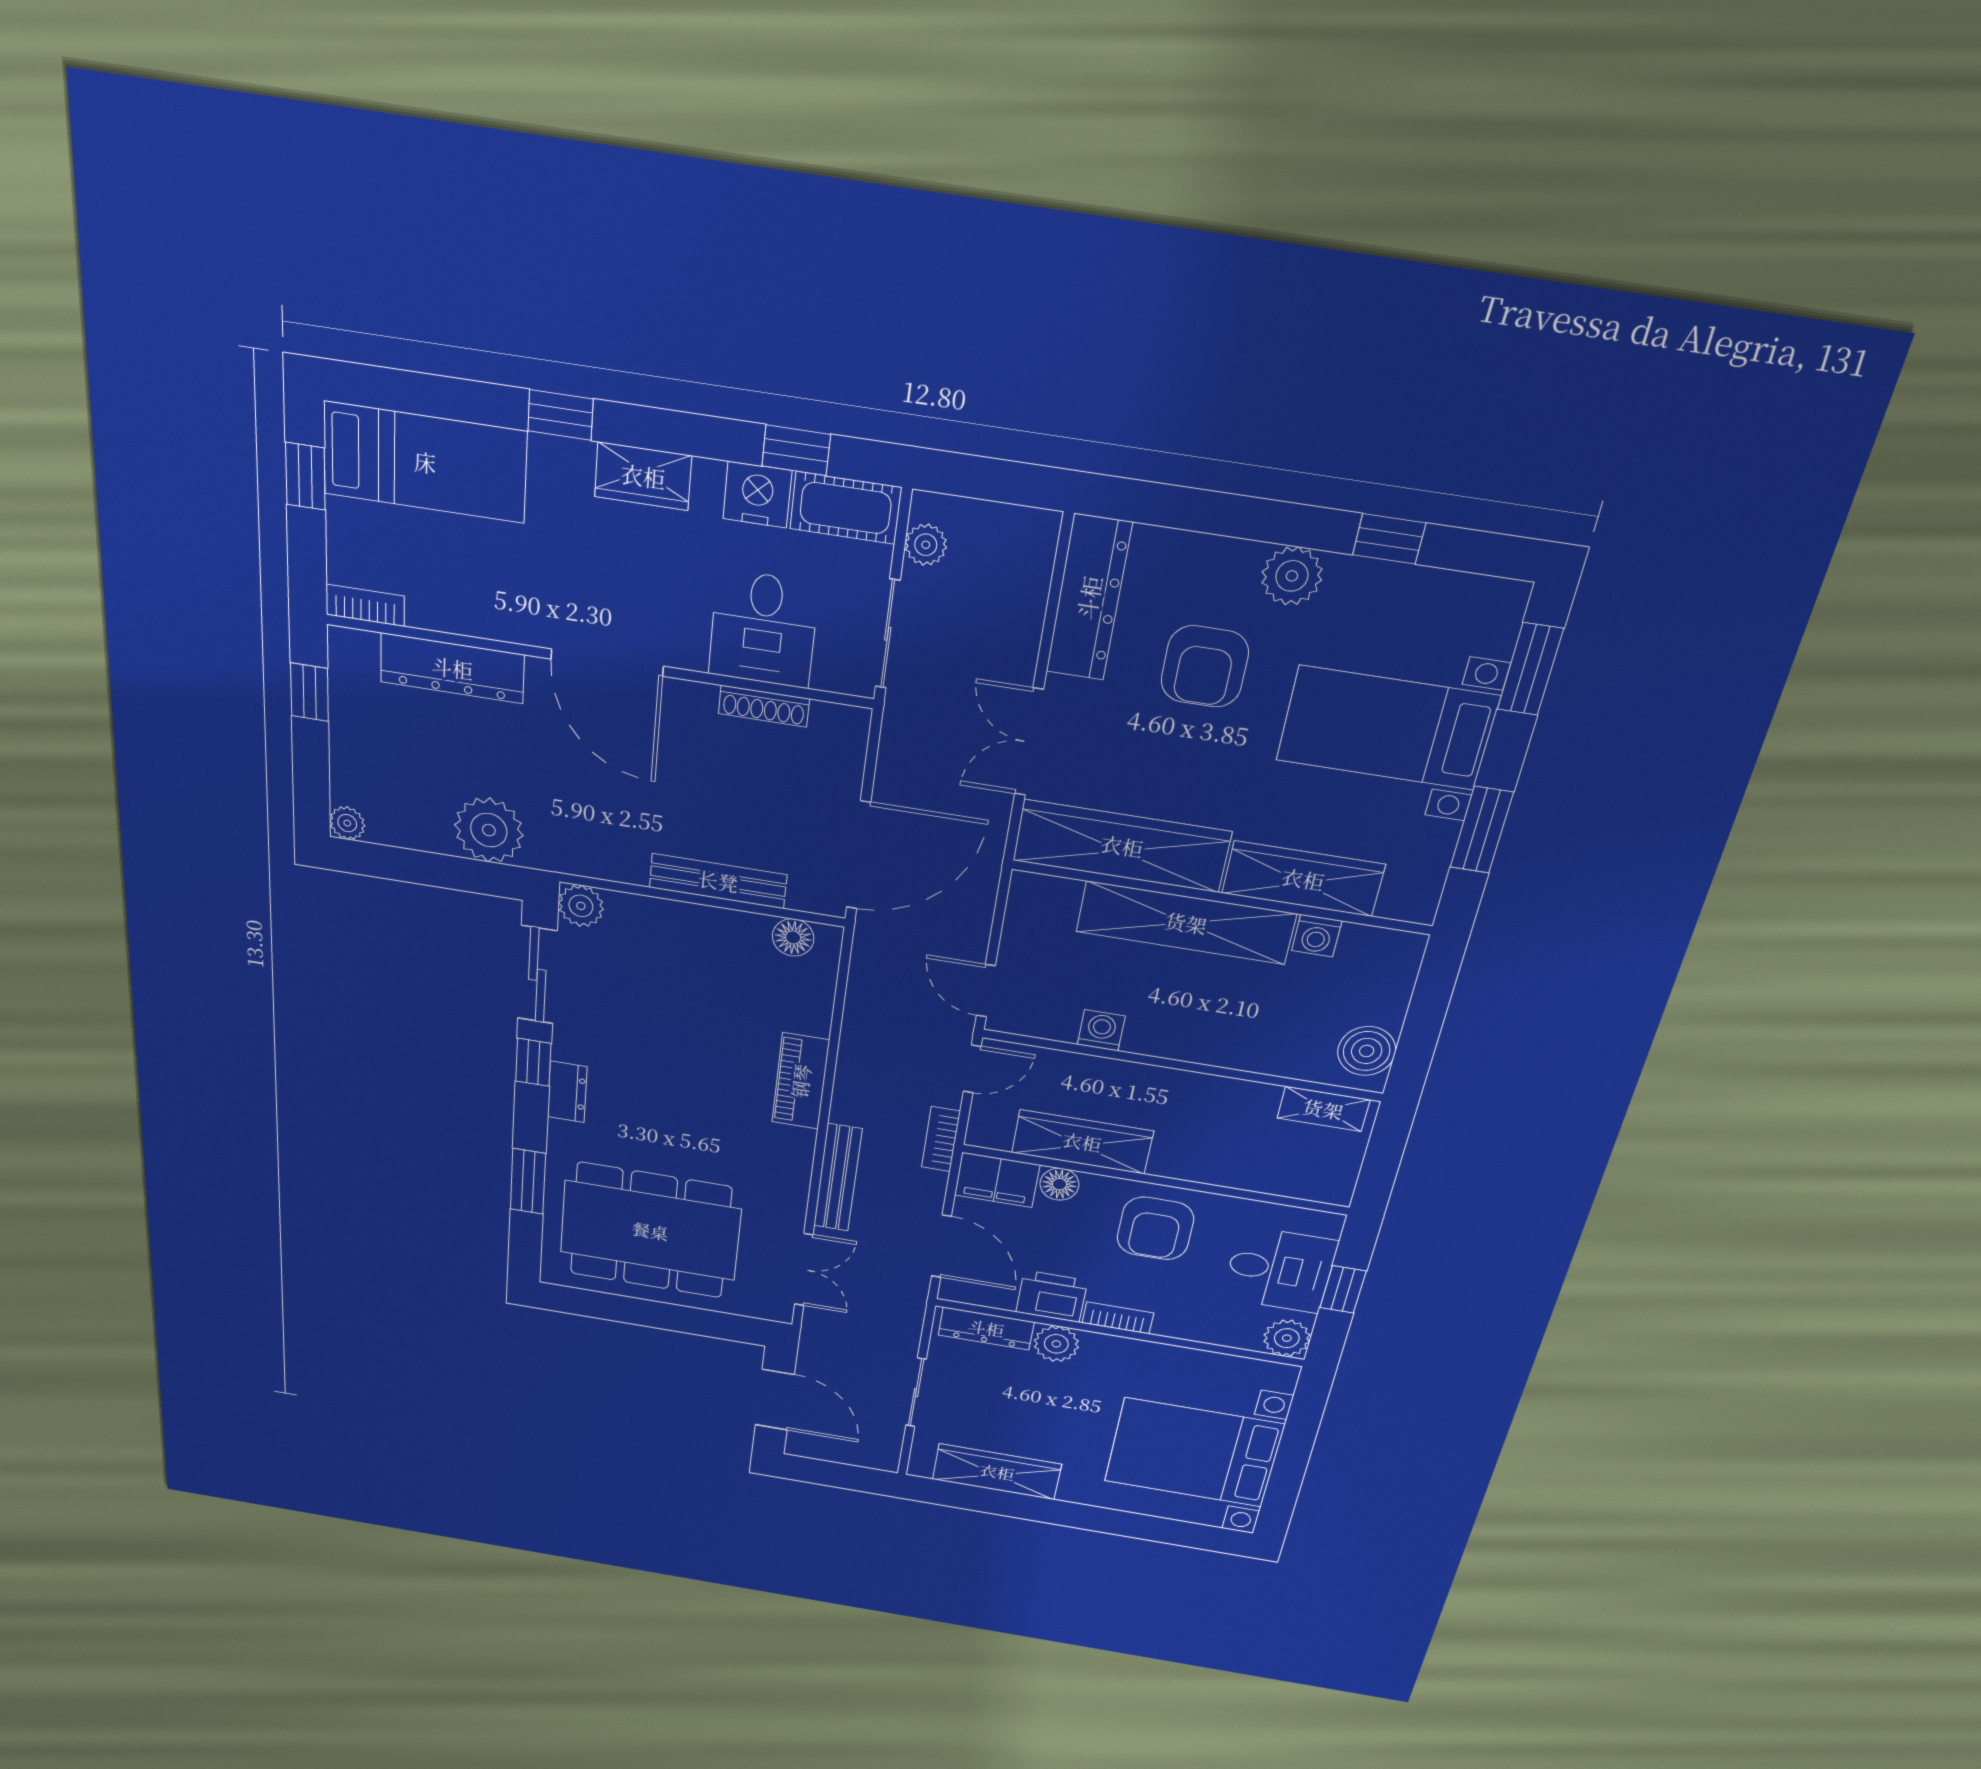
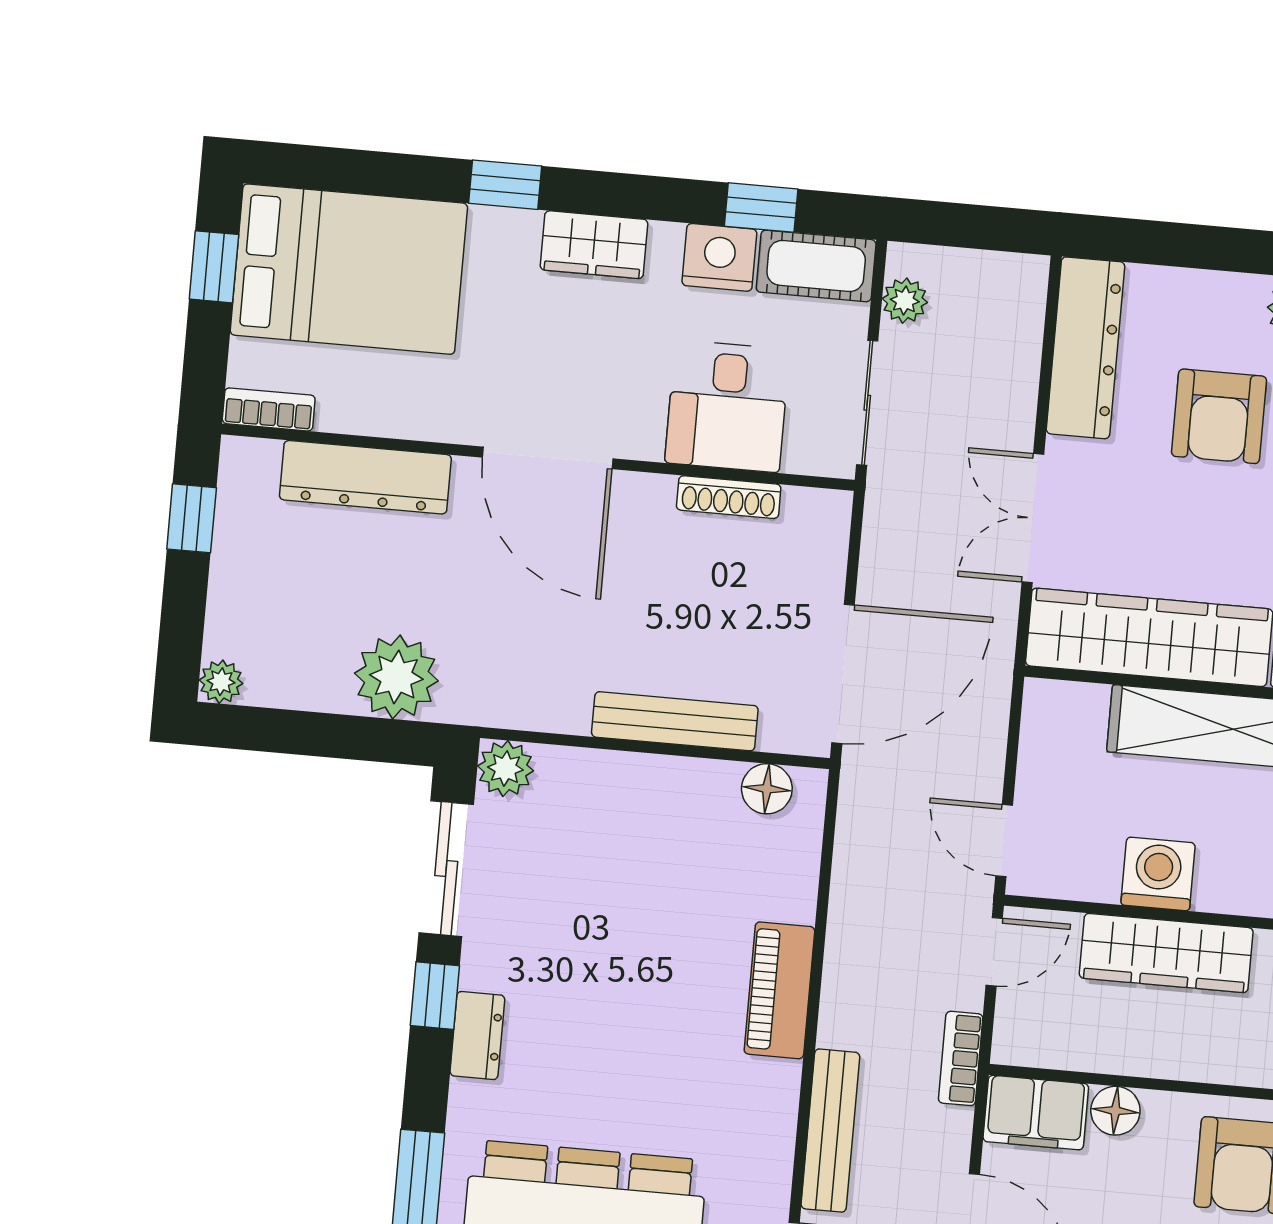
bed: (425, 462) -> (349, 269), width x1.50
washing machine: (1101, 1030) -> (1158, 874), width x1.38, depth x1.38
wardrobe: (1082, 1142) -> (1166, 953), moved, turned 180

